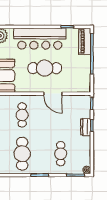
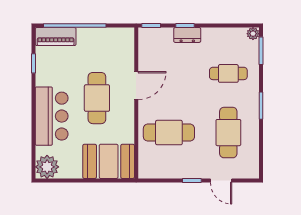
bar counter: (40, 39) -> (52, 116), width x0.73
cafe table: (22, 115) -> (169, 133), width x1.37, depth x1.35
cafe table: (22, 154) -> (228, 133), turned 90

